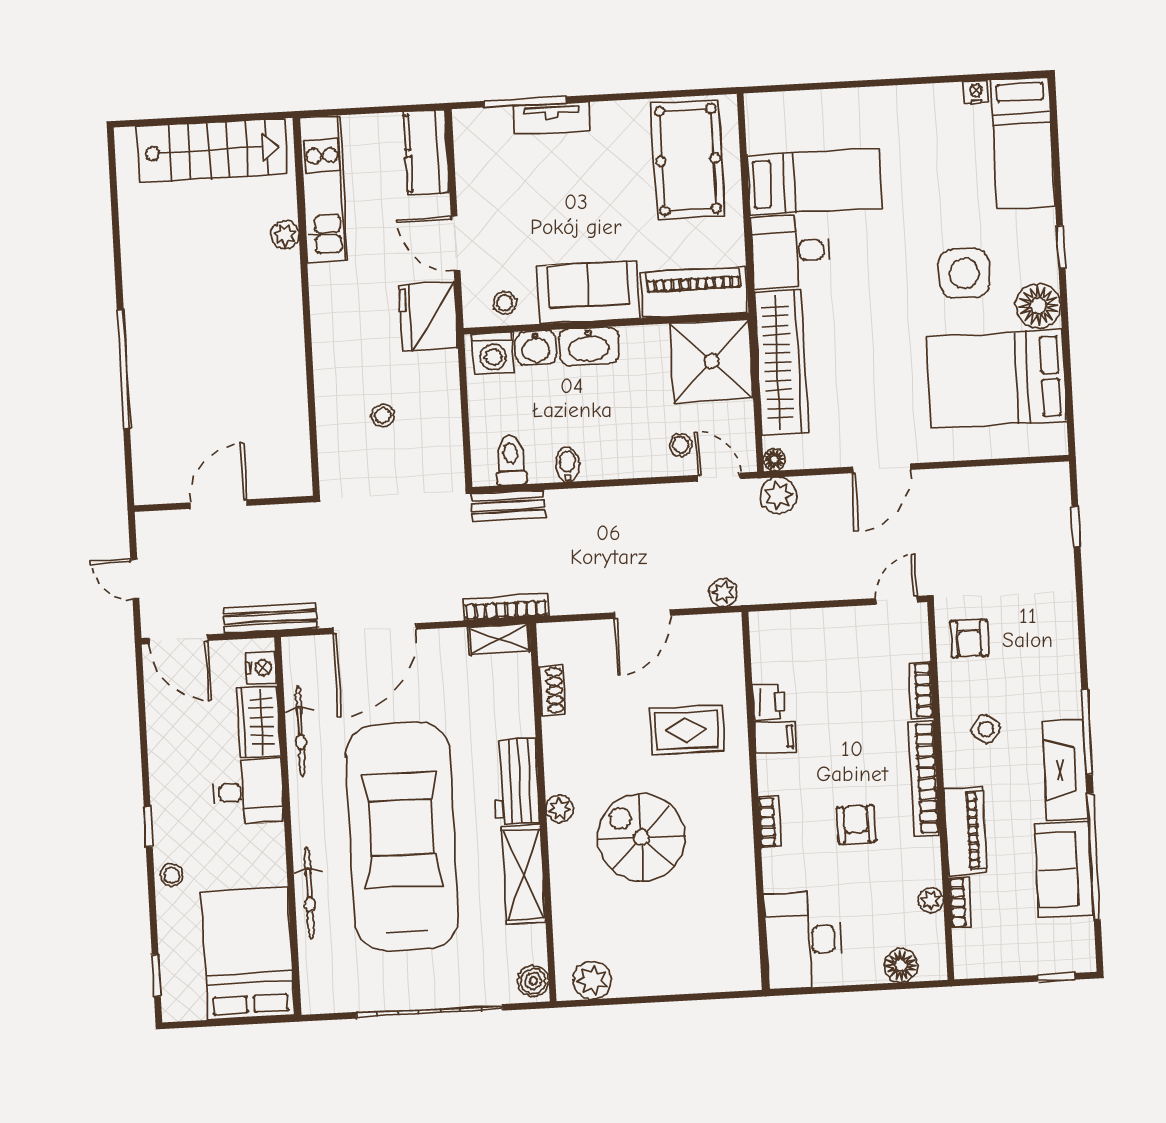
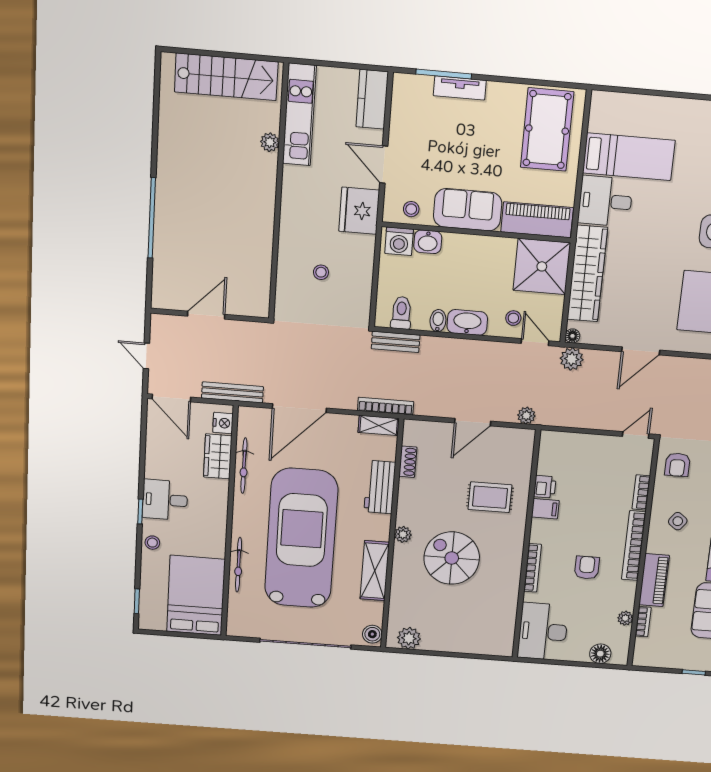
washbasin: (589, 346) -> (467, 322), moved, turned 180
workbench: (516, 781) -> (380, 487), moved
desk: (248, 792) -> (165, 500), moved, turned 180
bookcase: (770, 822) -> (533, 568), width x1.56

